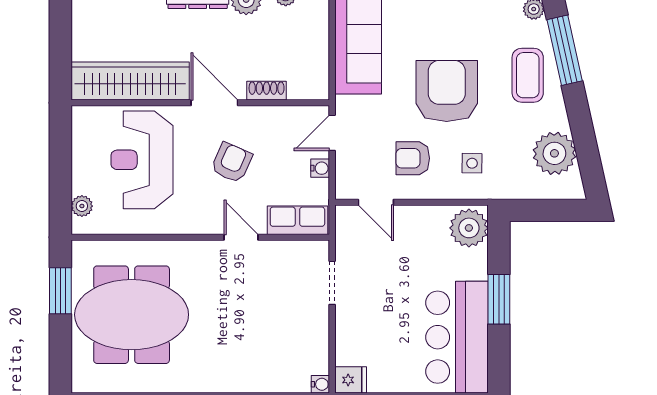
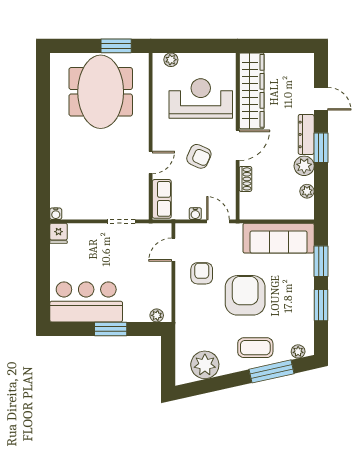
armchair: (447, 91) -> (245, 295), turned -90
side table: (472, 163) -> (199, 312), removed
plant: (469, 228) -> (157, 315), width x0.53, depth x0.53

